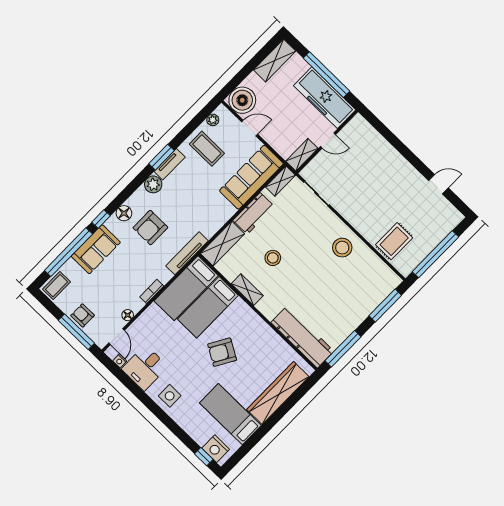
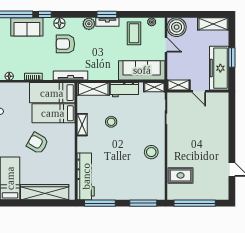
window: (327, 75) -> (232, 57), width x0.47

